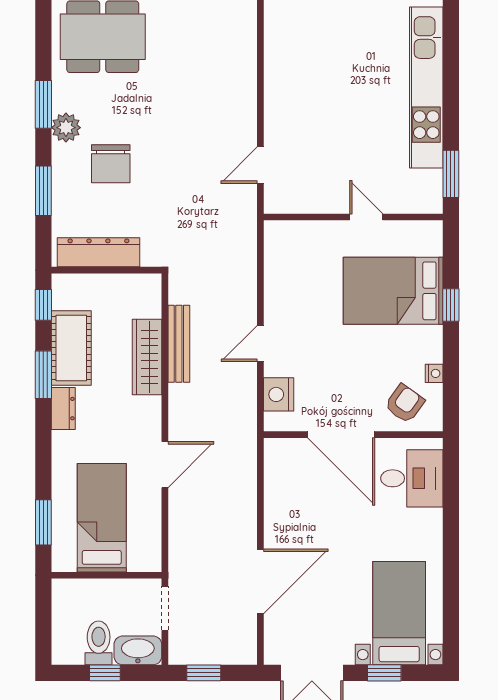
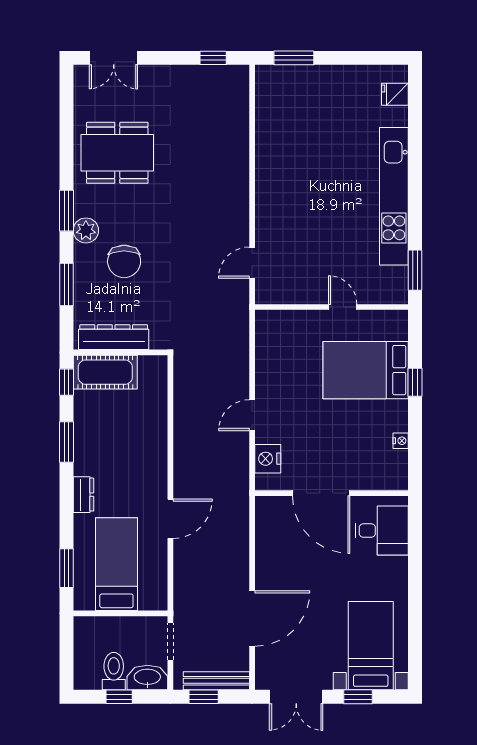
bench: (179, 344) -> (216, 681), moved, turned 90
cot: (71, 348) -> (105, 372), moved, turned 90
wardrobe: (147, 357) -> (155, 427), removed
armchair: (405, 404) -> (375, 466), removed
dresser: (63, 409) -> (83, 495), moved

